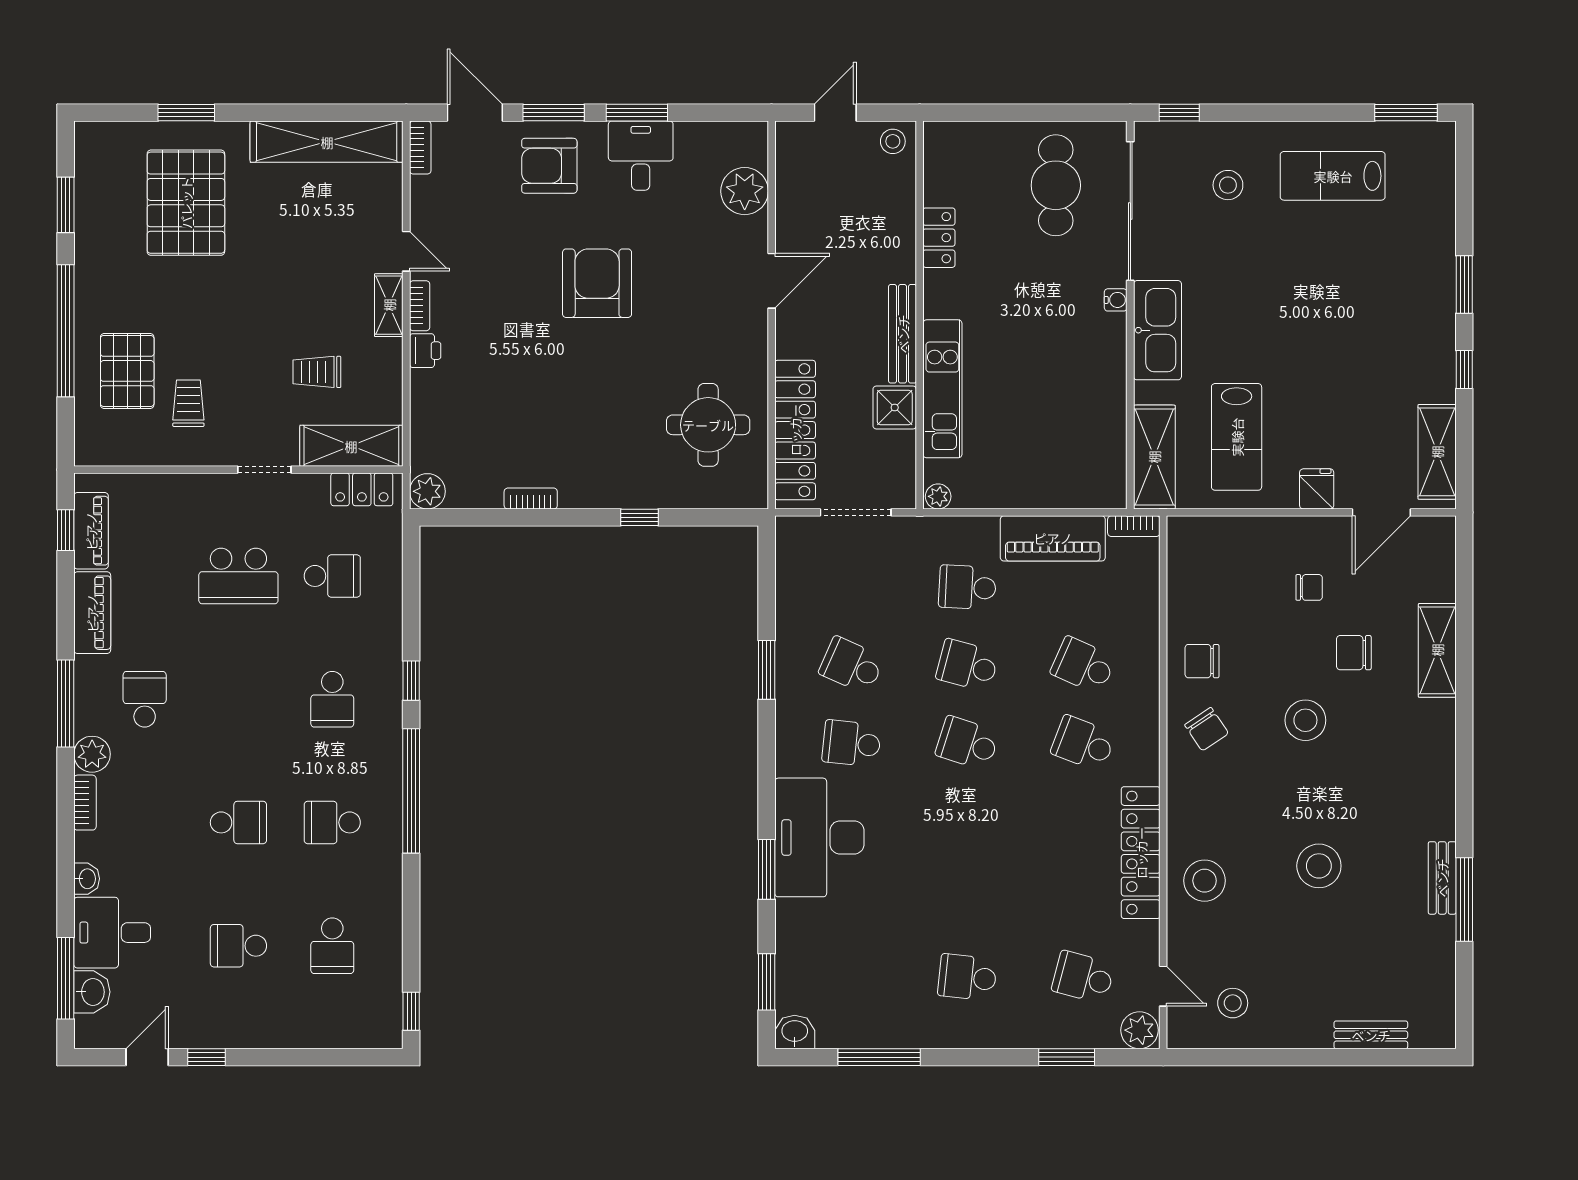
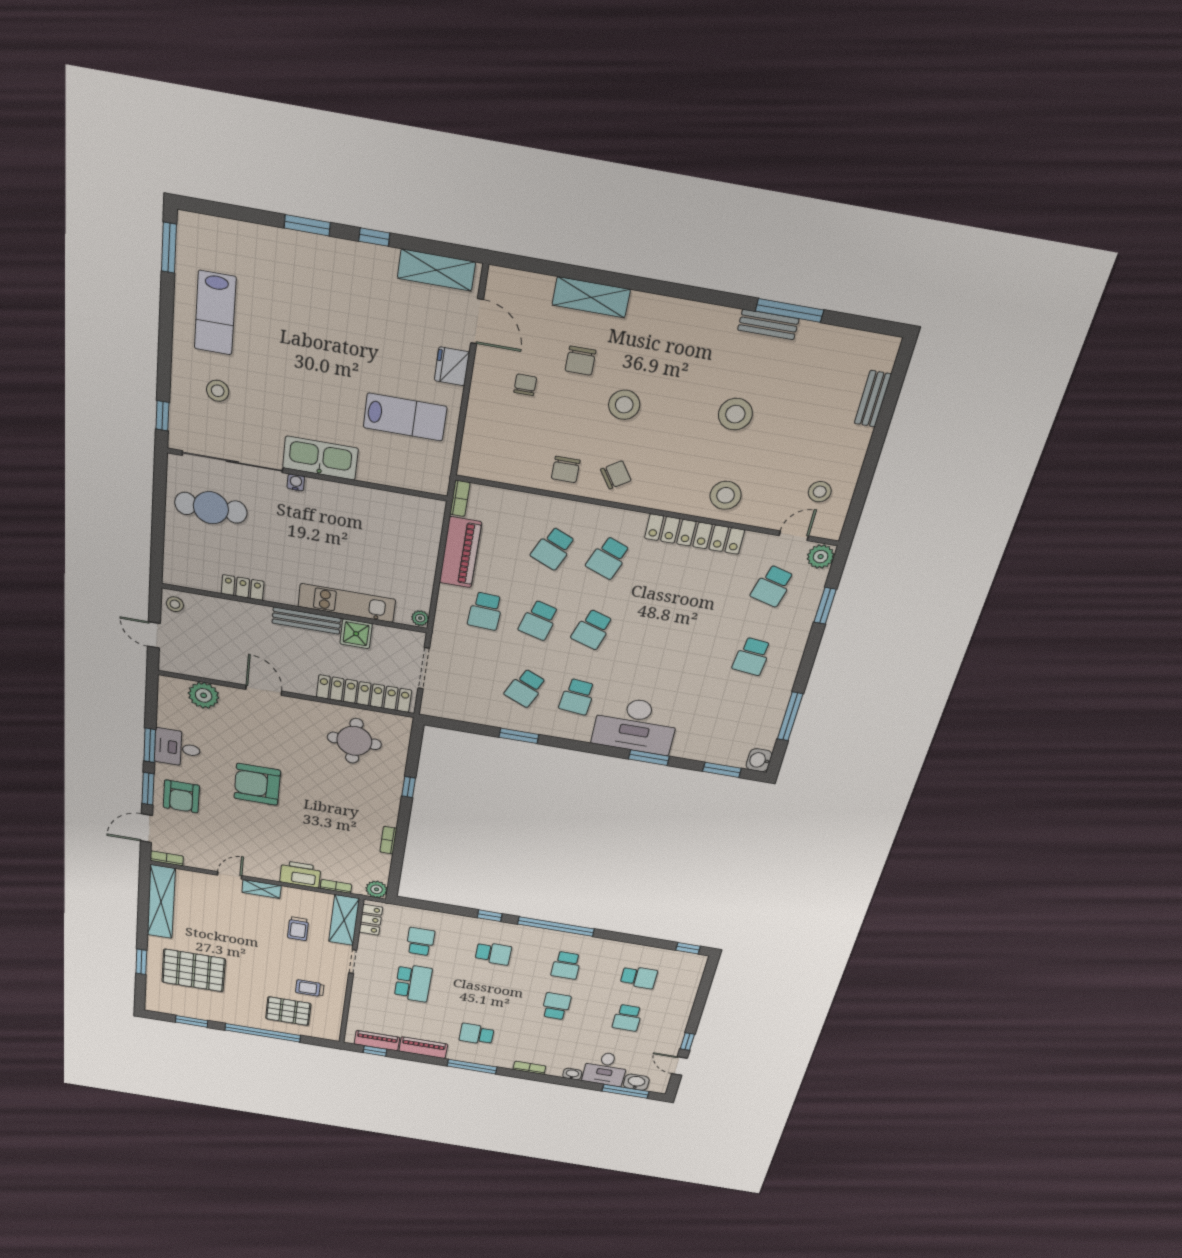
bookcase: (420, 306) -> (336, 886), moved
printer: (425, 351) -> (300, 874), width x1.87, depth x1.48
shelving: (1154, 457) -> (412, 476), removed
fridge: (1317, 489) -> (452, 366), width x1.38
plant: (92, 754) -> (503, 1061), removed

